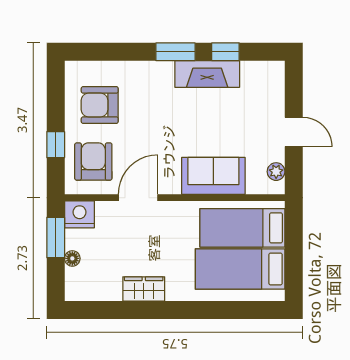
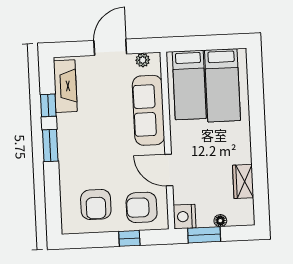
fireplace: (207, 74) -> (65, 86), moved
door: (294, 132) -> (110, 47), width x1.38
sofa: (213, 176) -> (149, 110), width x1.36
wardrobe: (144, 289) -> (243, 181), moved

